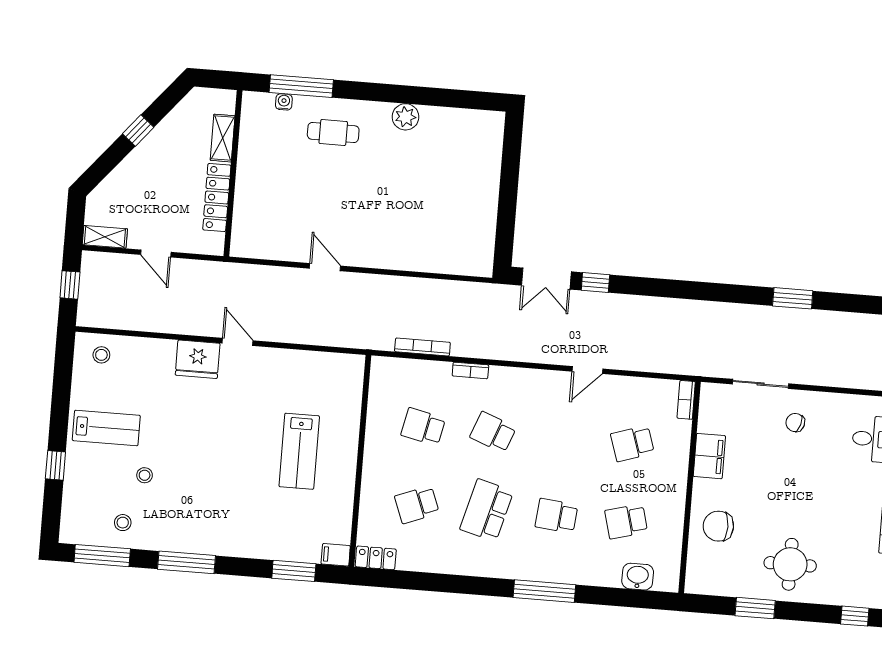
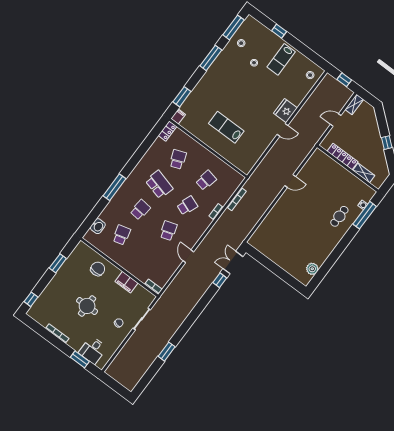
plant: (405, 117) -> (312, 269), moved
school desk: (632, 444) -> (168, 231), moved
round table: (790, 564) -> (87, 306), moved

